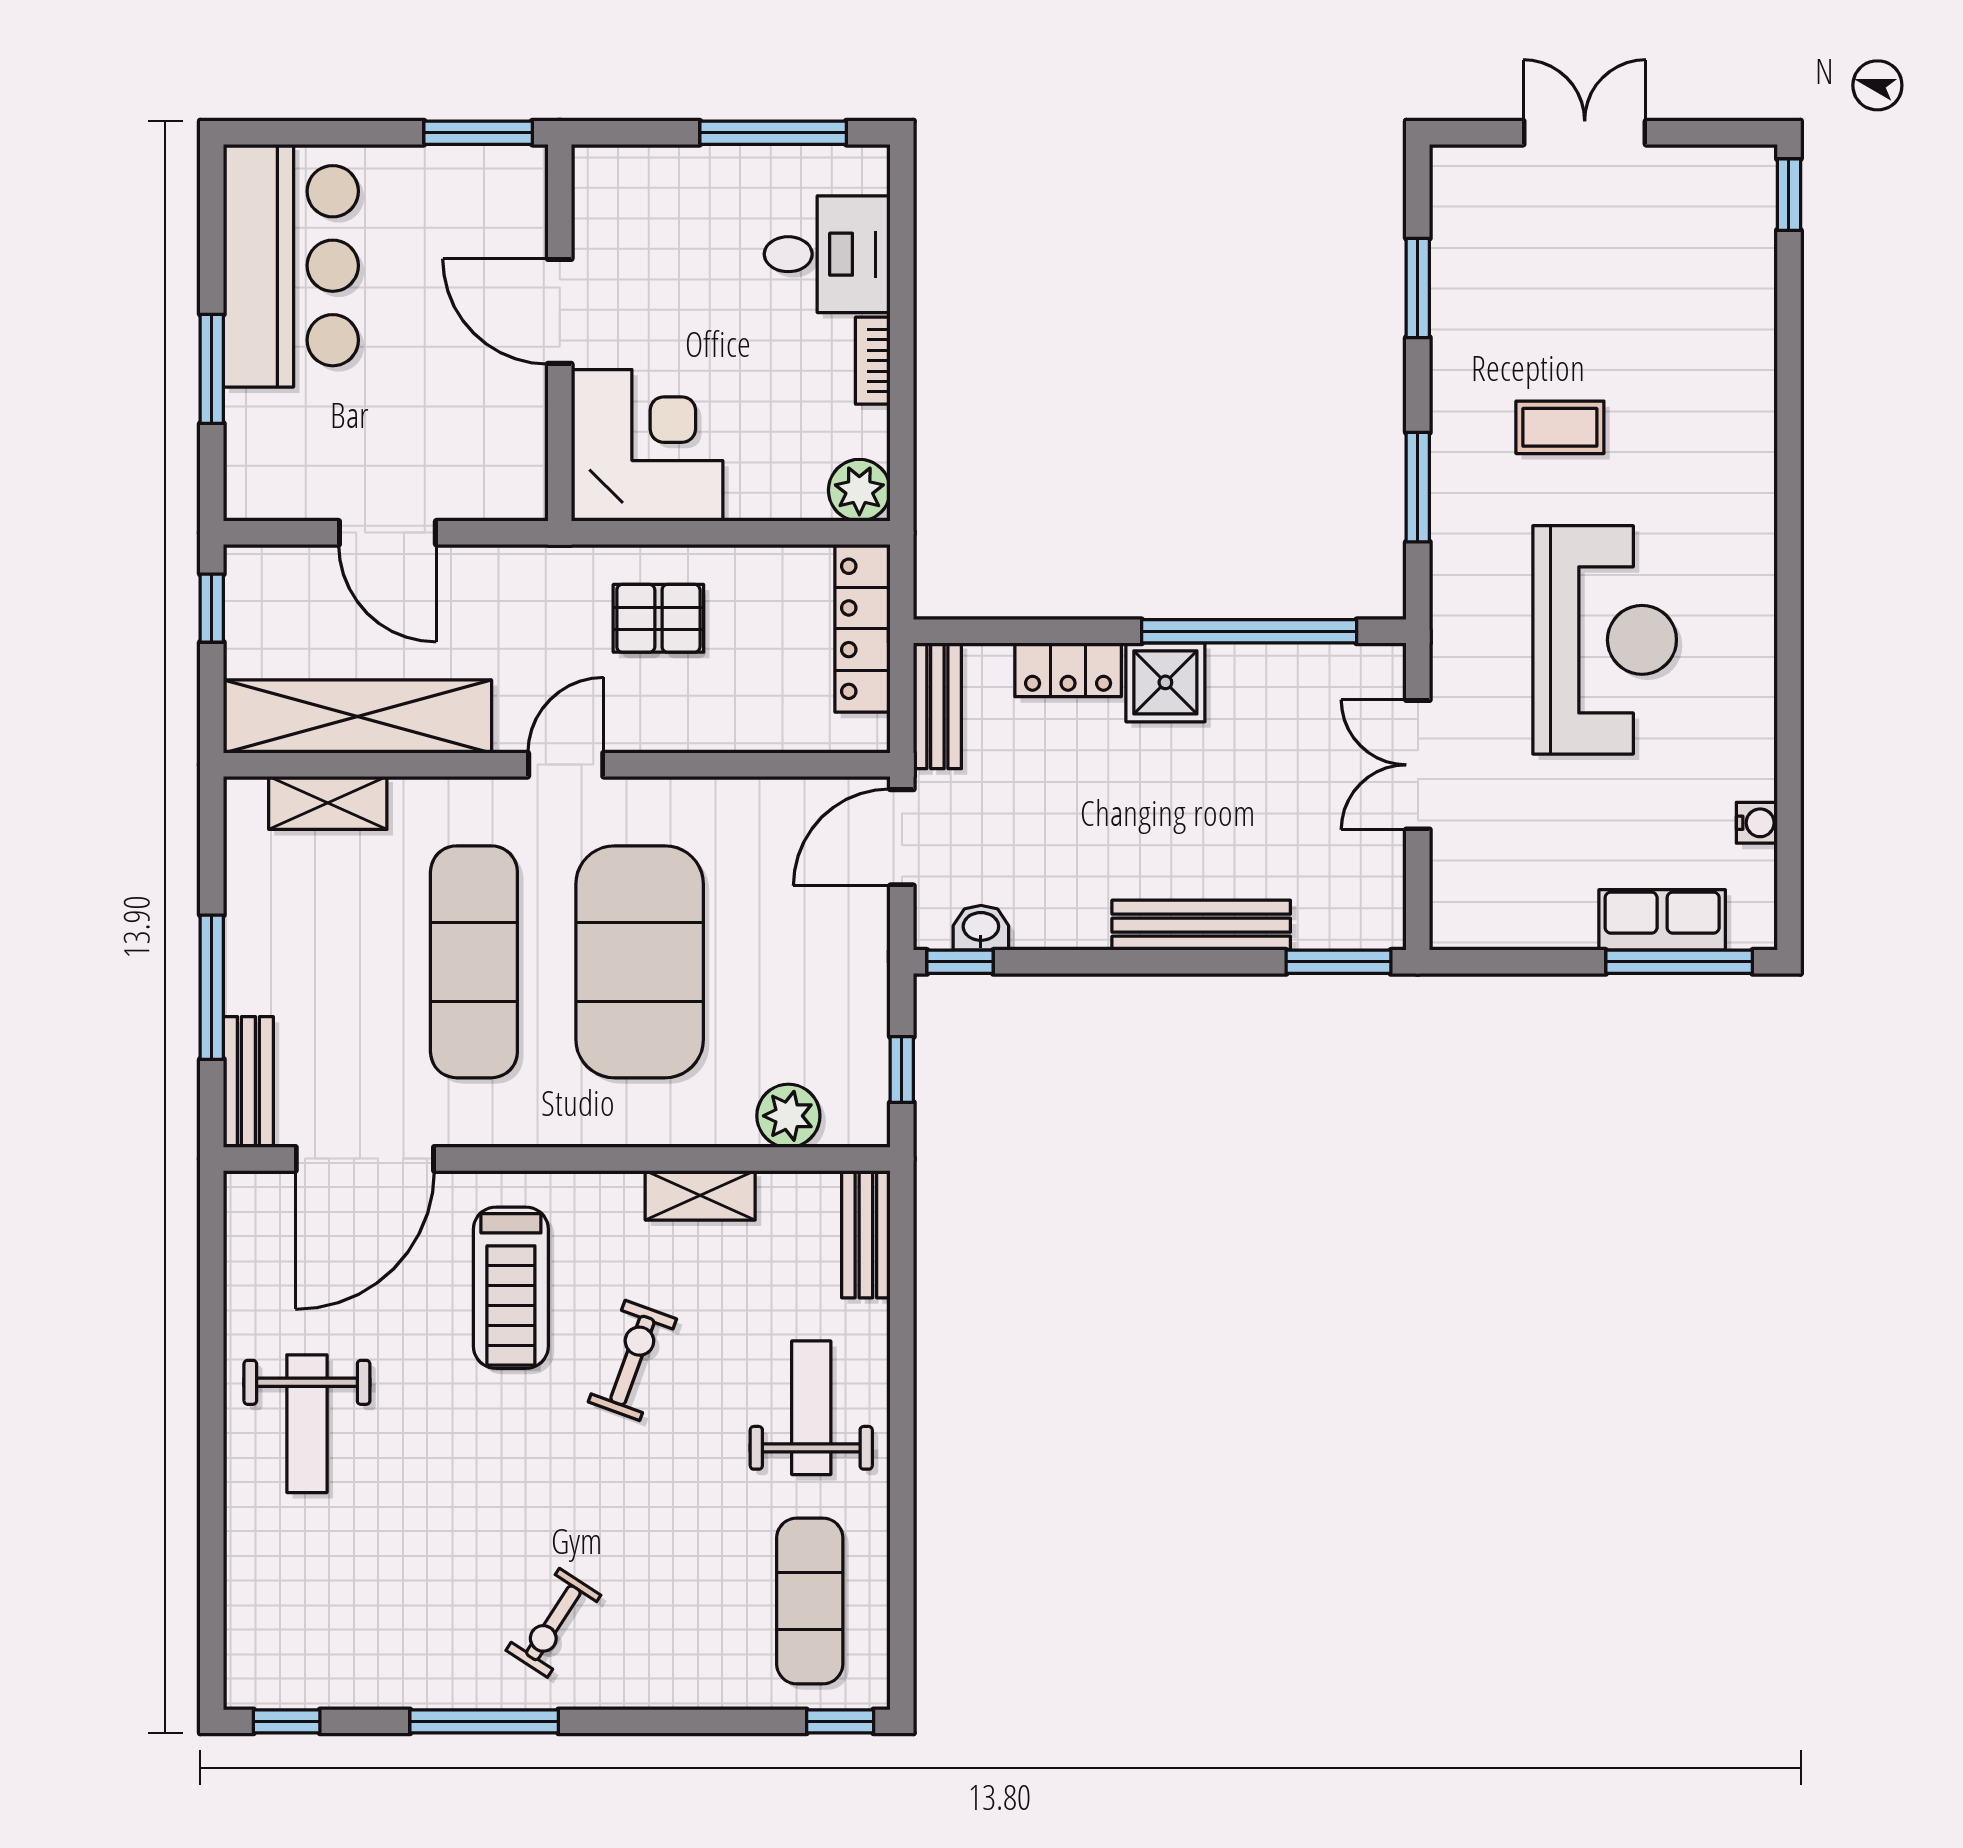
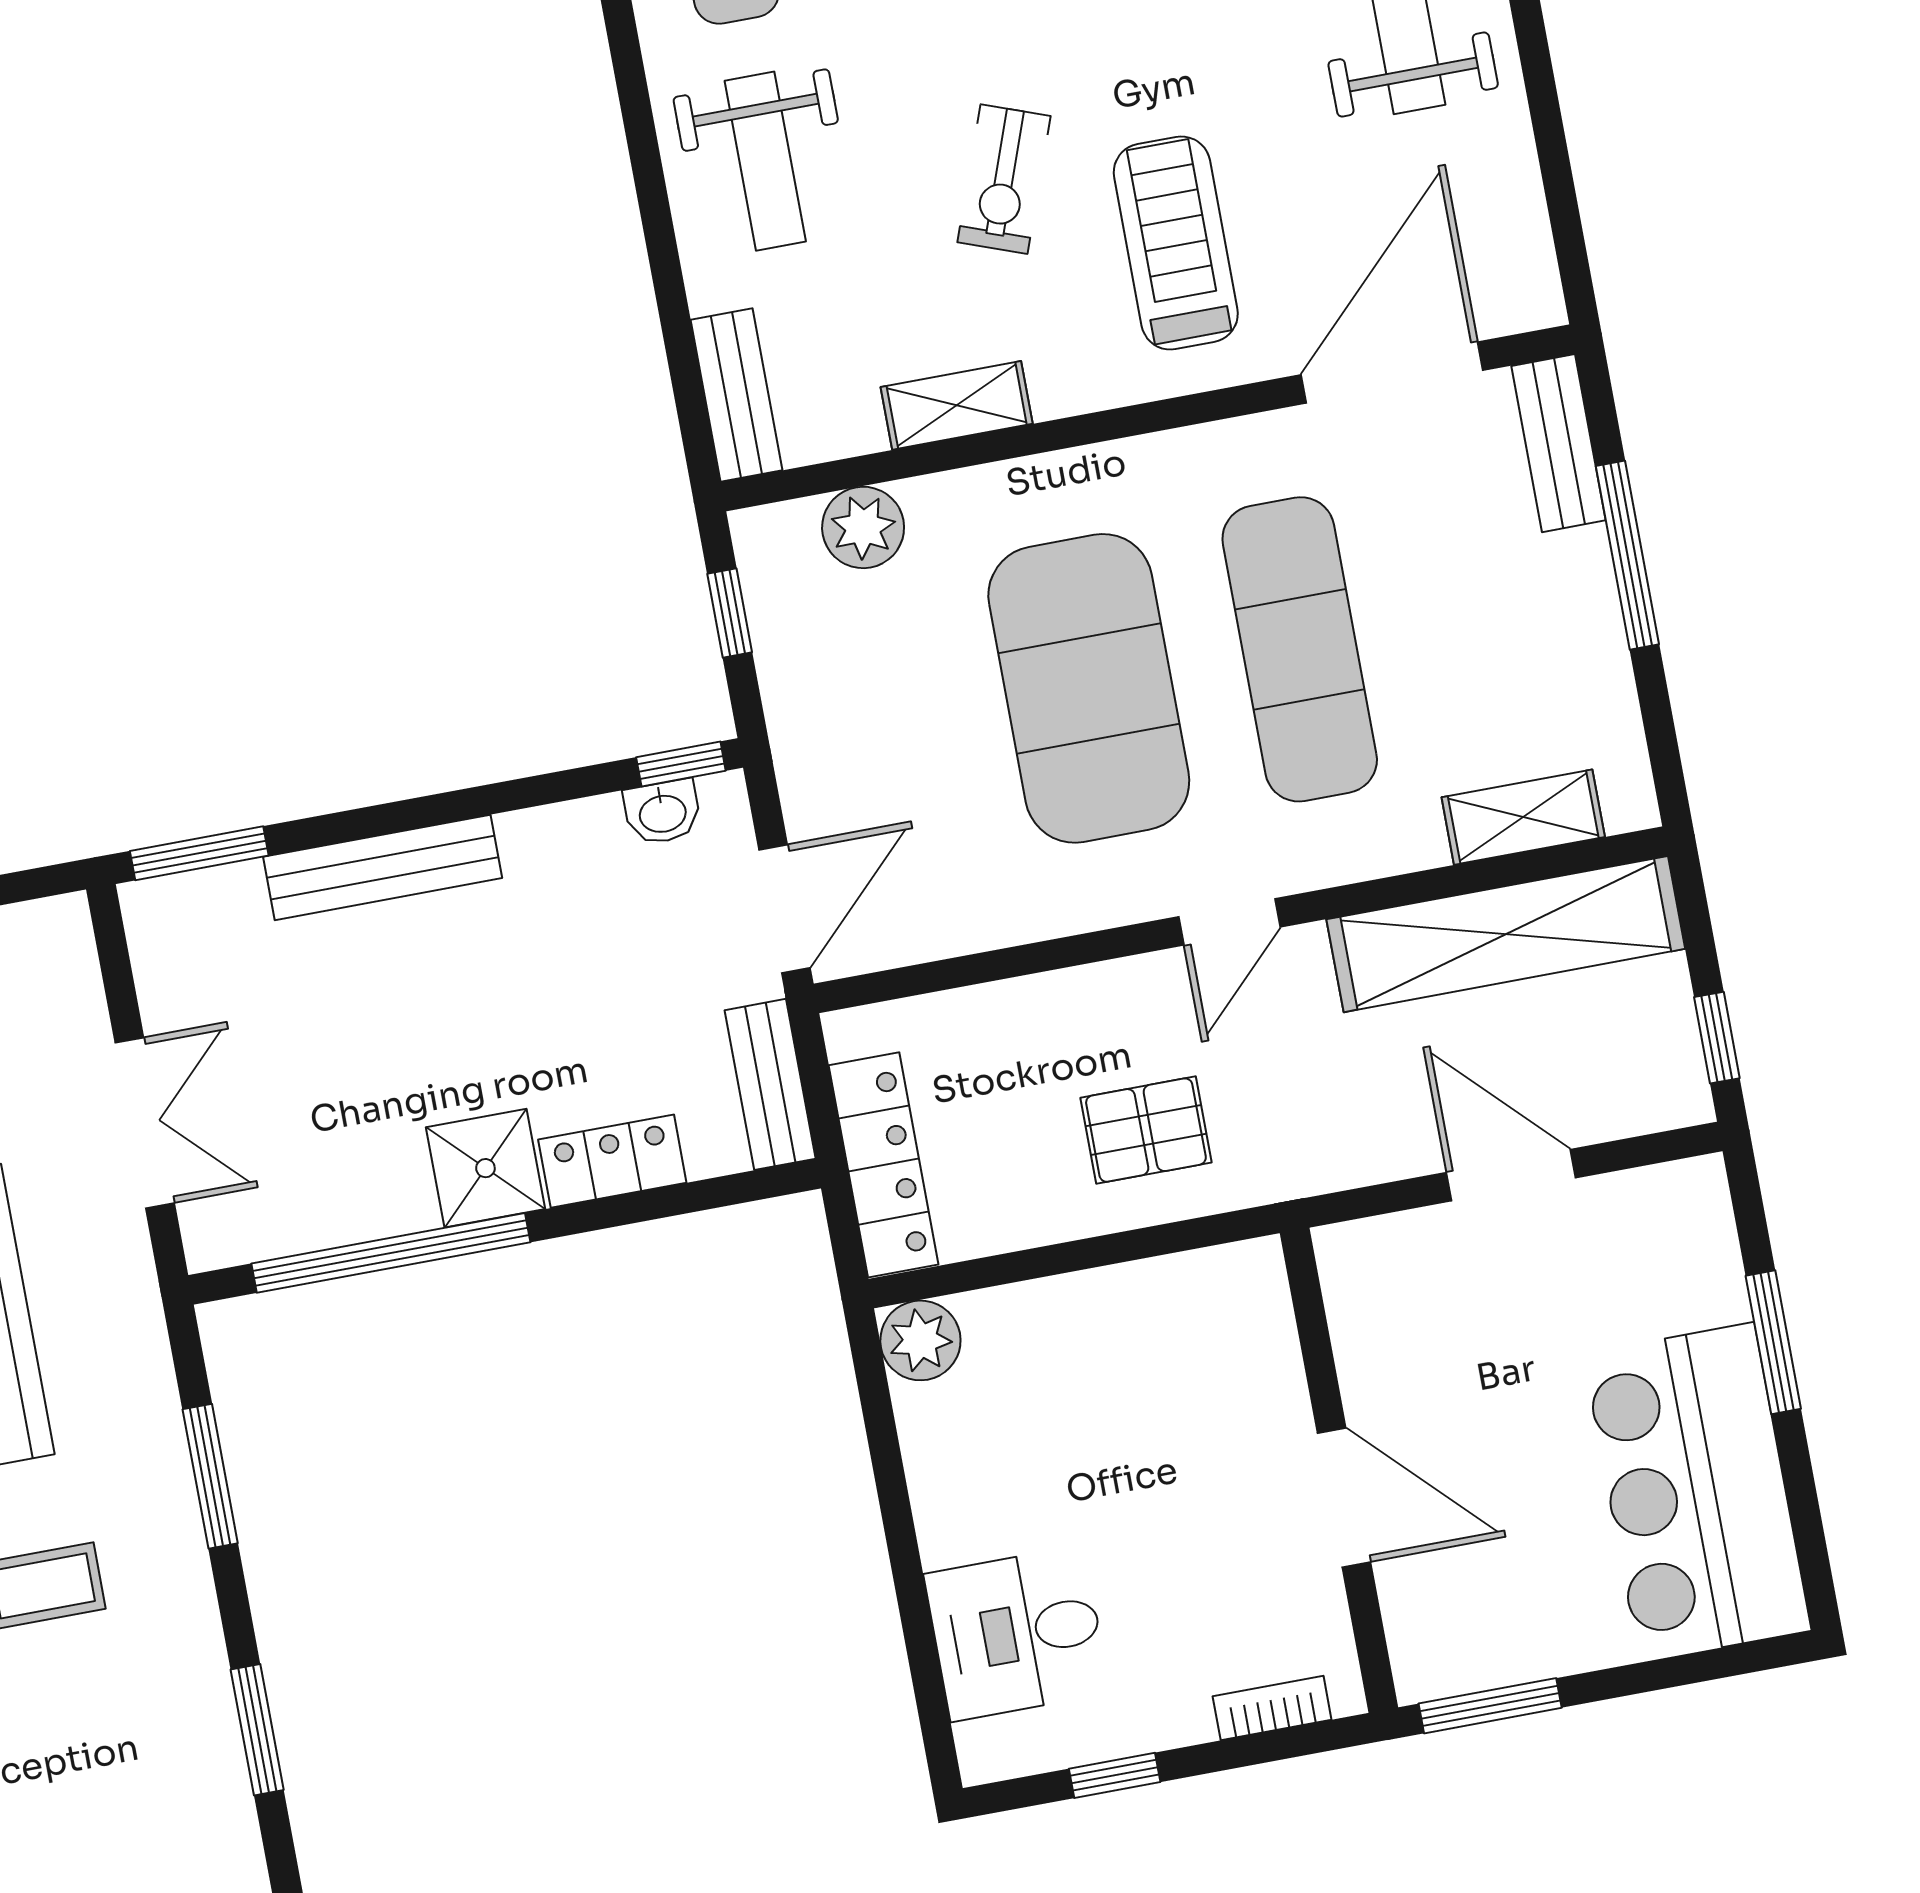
window: (773, 133) -> (1115, 1775), width x0.46
bookcase: (873, 361) -> (1272, 1708), moved, turned -90
corner desk: (647, 445) -> (1201, 1348), removed

